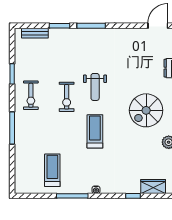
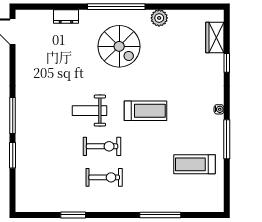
bench: (35, 33) -> (22, 186), removed
weight bench: (95, 87) -> (90, 111), turned 180
exercise bike: (31, 95) -> (104, 177), moved
window: (12, 128) -> (160, 215), moved
treadmill: (95, 131) -> (146, 111), turned 180

